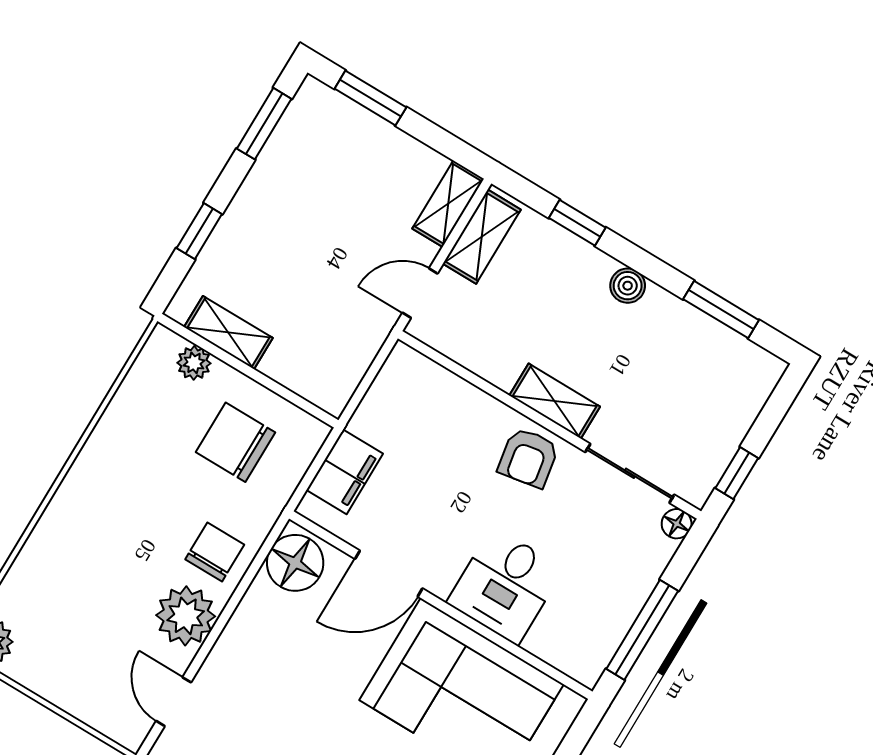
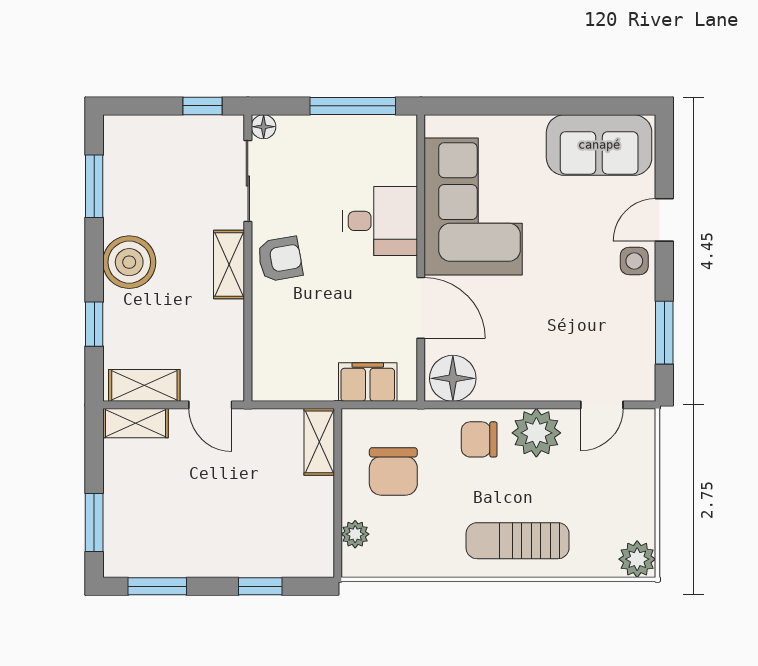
boiler: (628, 286) -> (129, 262), width x1.86, depth x1.86
shelving: (228, 333) -> (319, 442), moved
sun lounger: (85, 528) -> (518, 541), added

